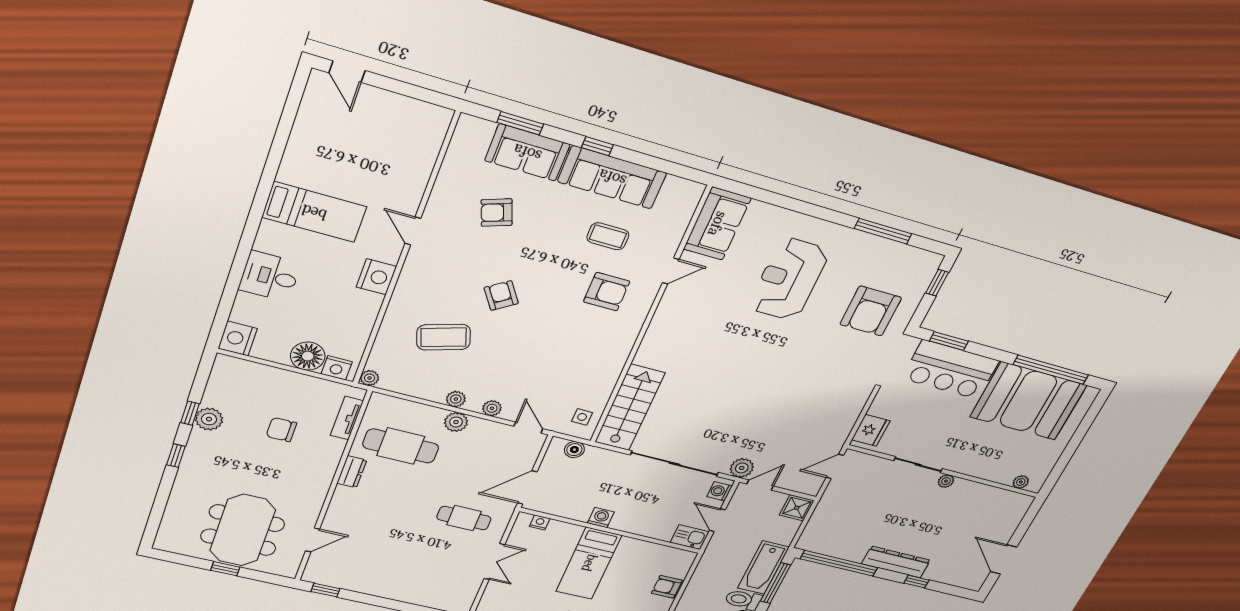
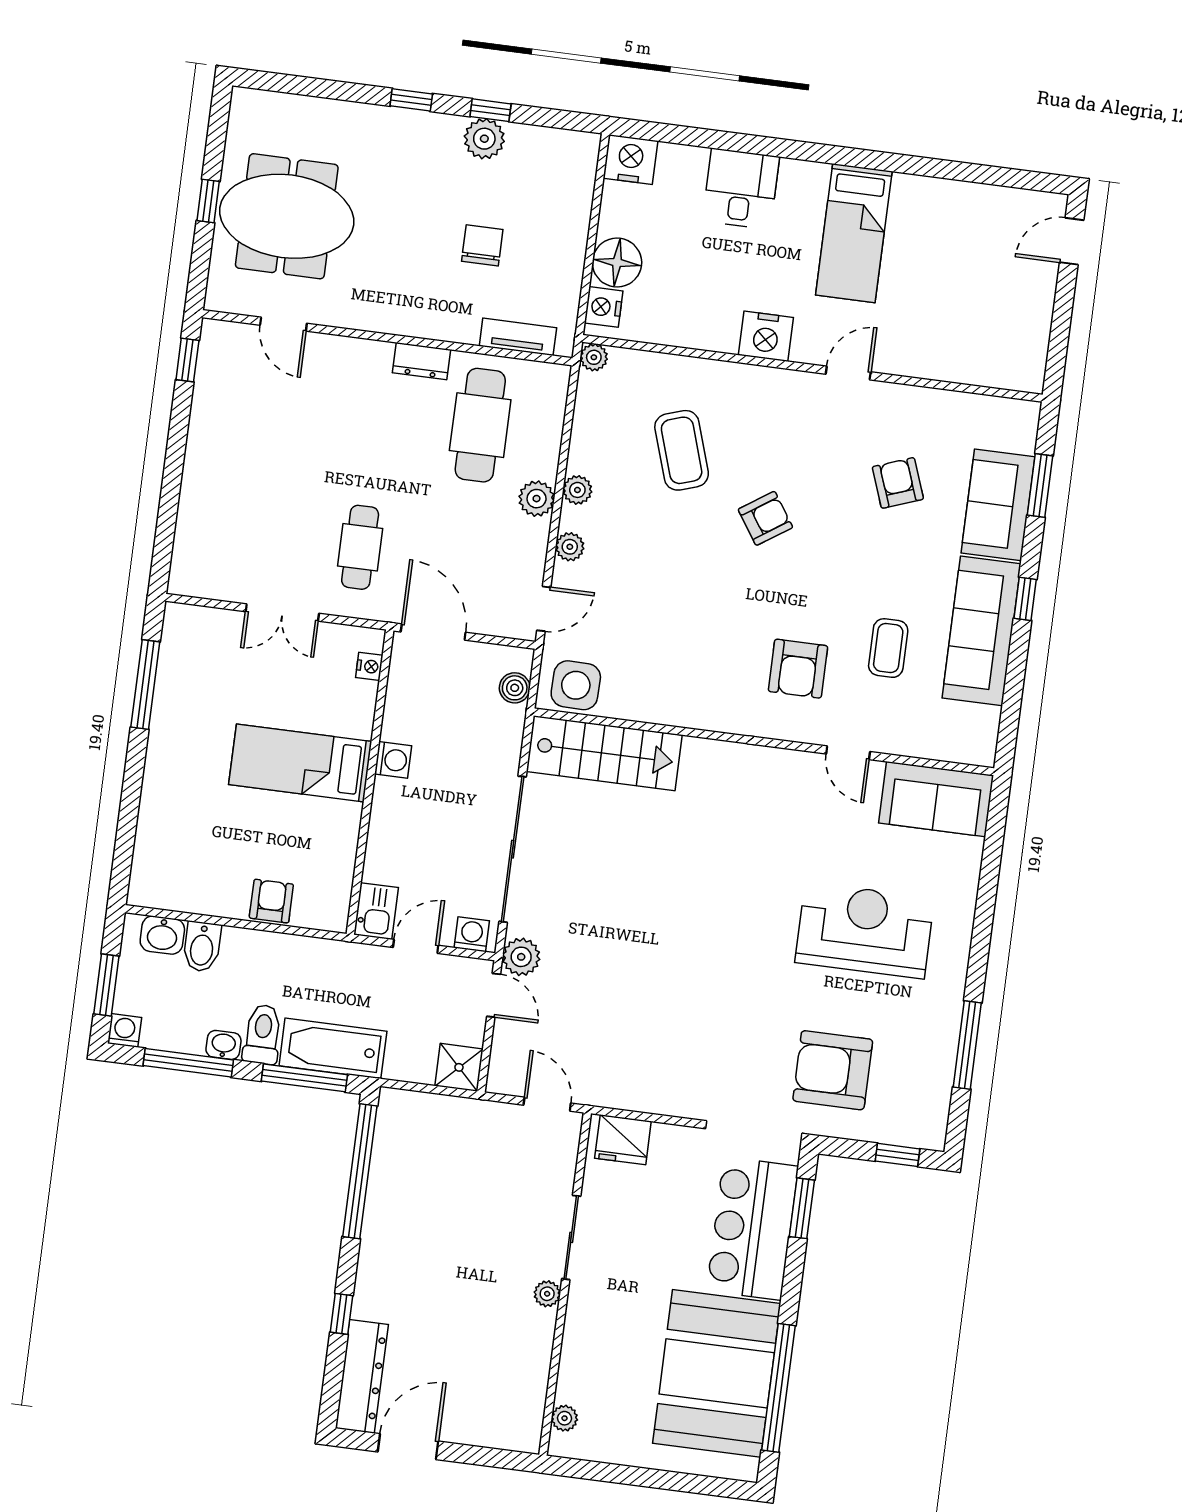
side table: (582, 417) -> (576, 685), width x1.87, depth x1.87
dresser: (896, 562) -> (362, 1376), moved

